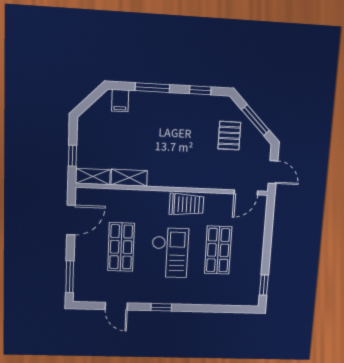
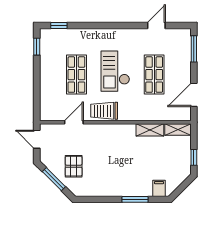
window: (200, 90) -> (98, 199), removed
window: (72, 156) -> (194, 157), moved
door: (246, 192) -> (74, 122), moved
door: (116, 306) -> (156, 25), hinge flipped
window: (161, 307) -> (59, 25), moved

